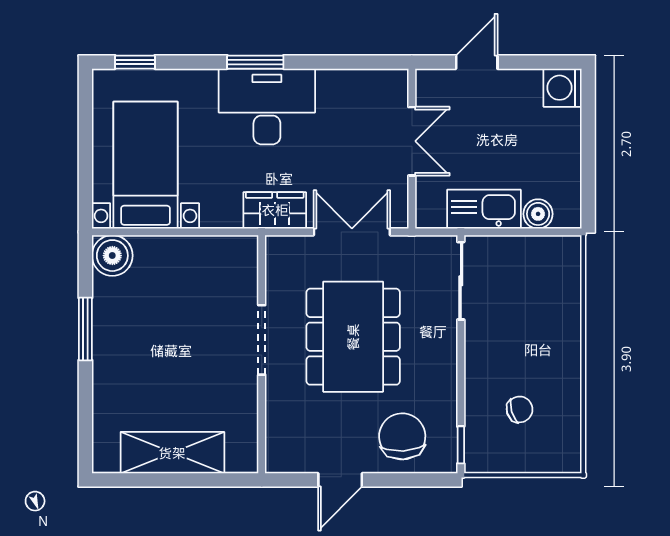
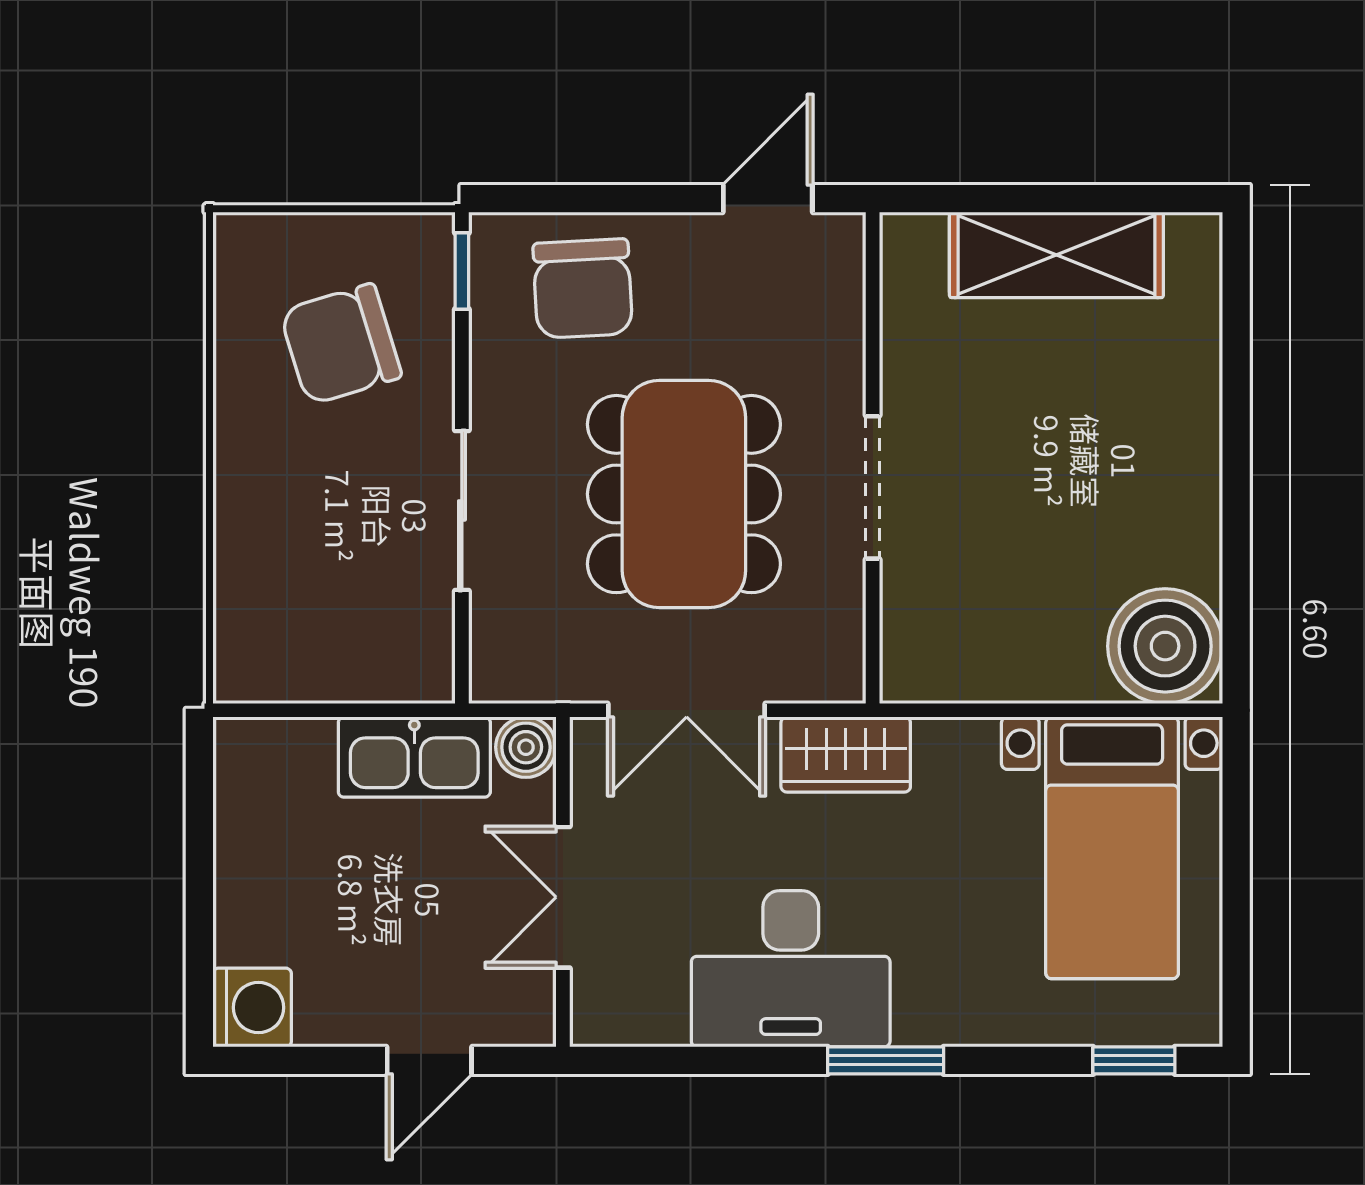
desk: (267, 106) -> (791, 969), moved
boiler: (538, 214) -> (526, 747), moved
boiler: (112, 256) -> (1165, 646), width x1.37, depth x1.37
sliding door: (461, 281) -> (462, 510), moved
window: (85, 329) -> (1236, 510), removed
chair: (520, 409) -> (341, 344), width x1.87, depth x1.87
door: (340, 480) -> (768, 199), moved

